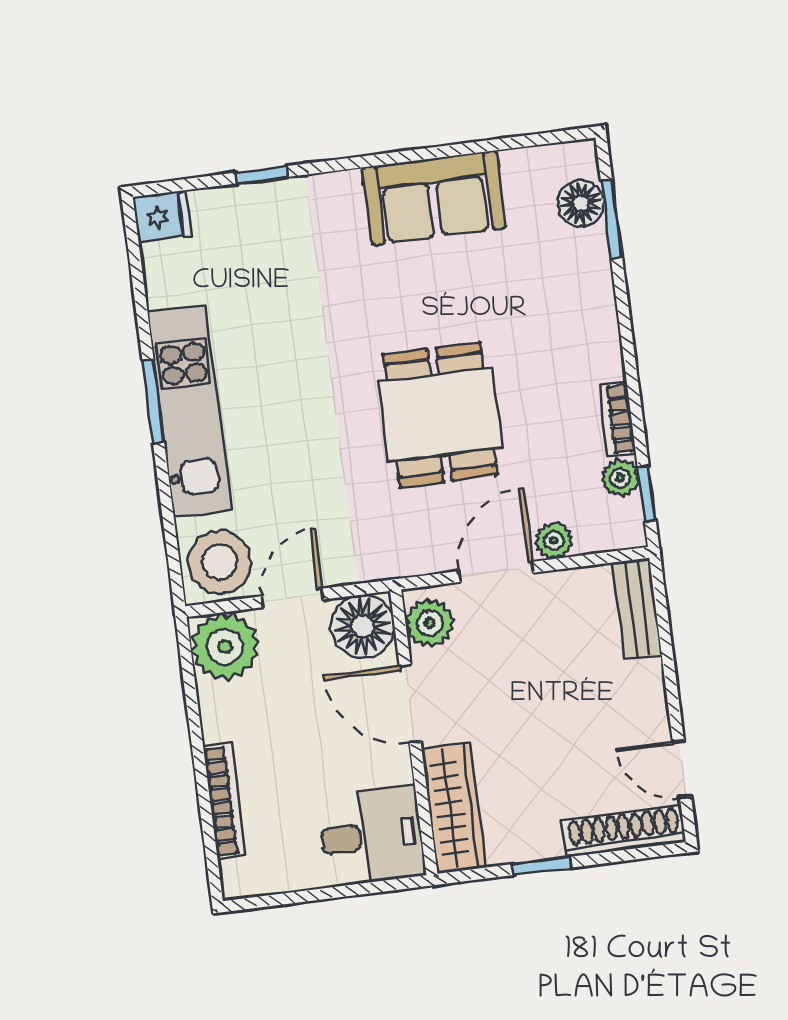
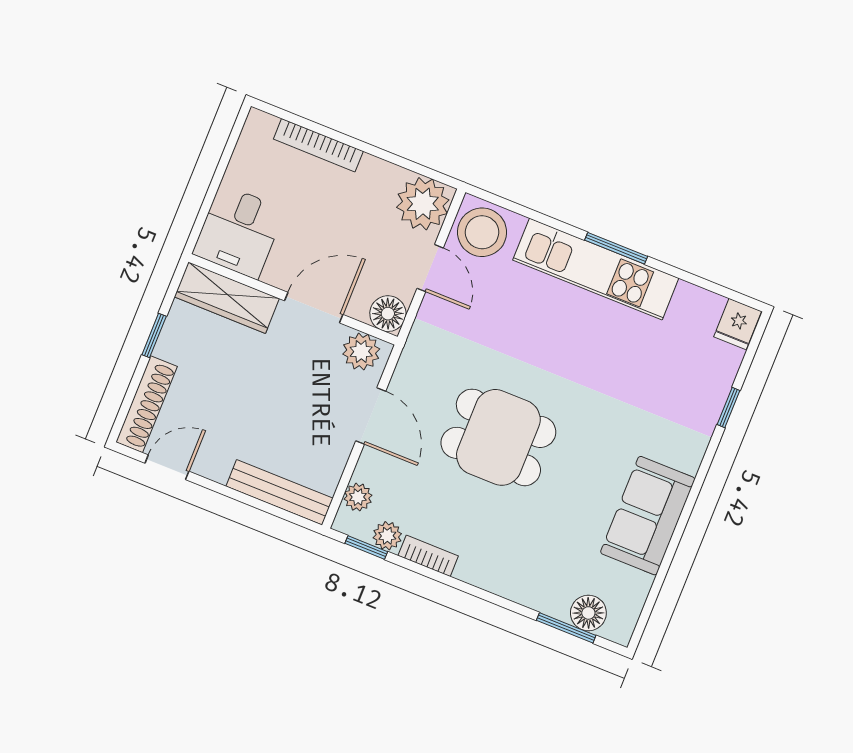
plant: (554, 541) -> (358, 497), moved
bench: (637, 609) -> (279, 492), width x1.36
floor lamp: (363, 626) -> (388, 314), width x0.73, depth x0.73

